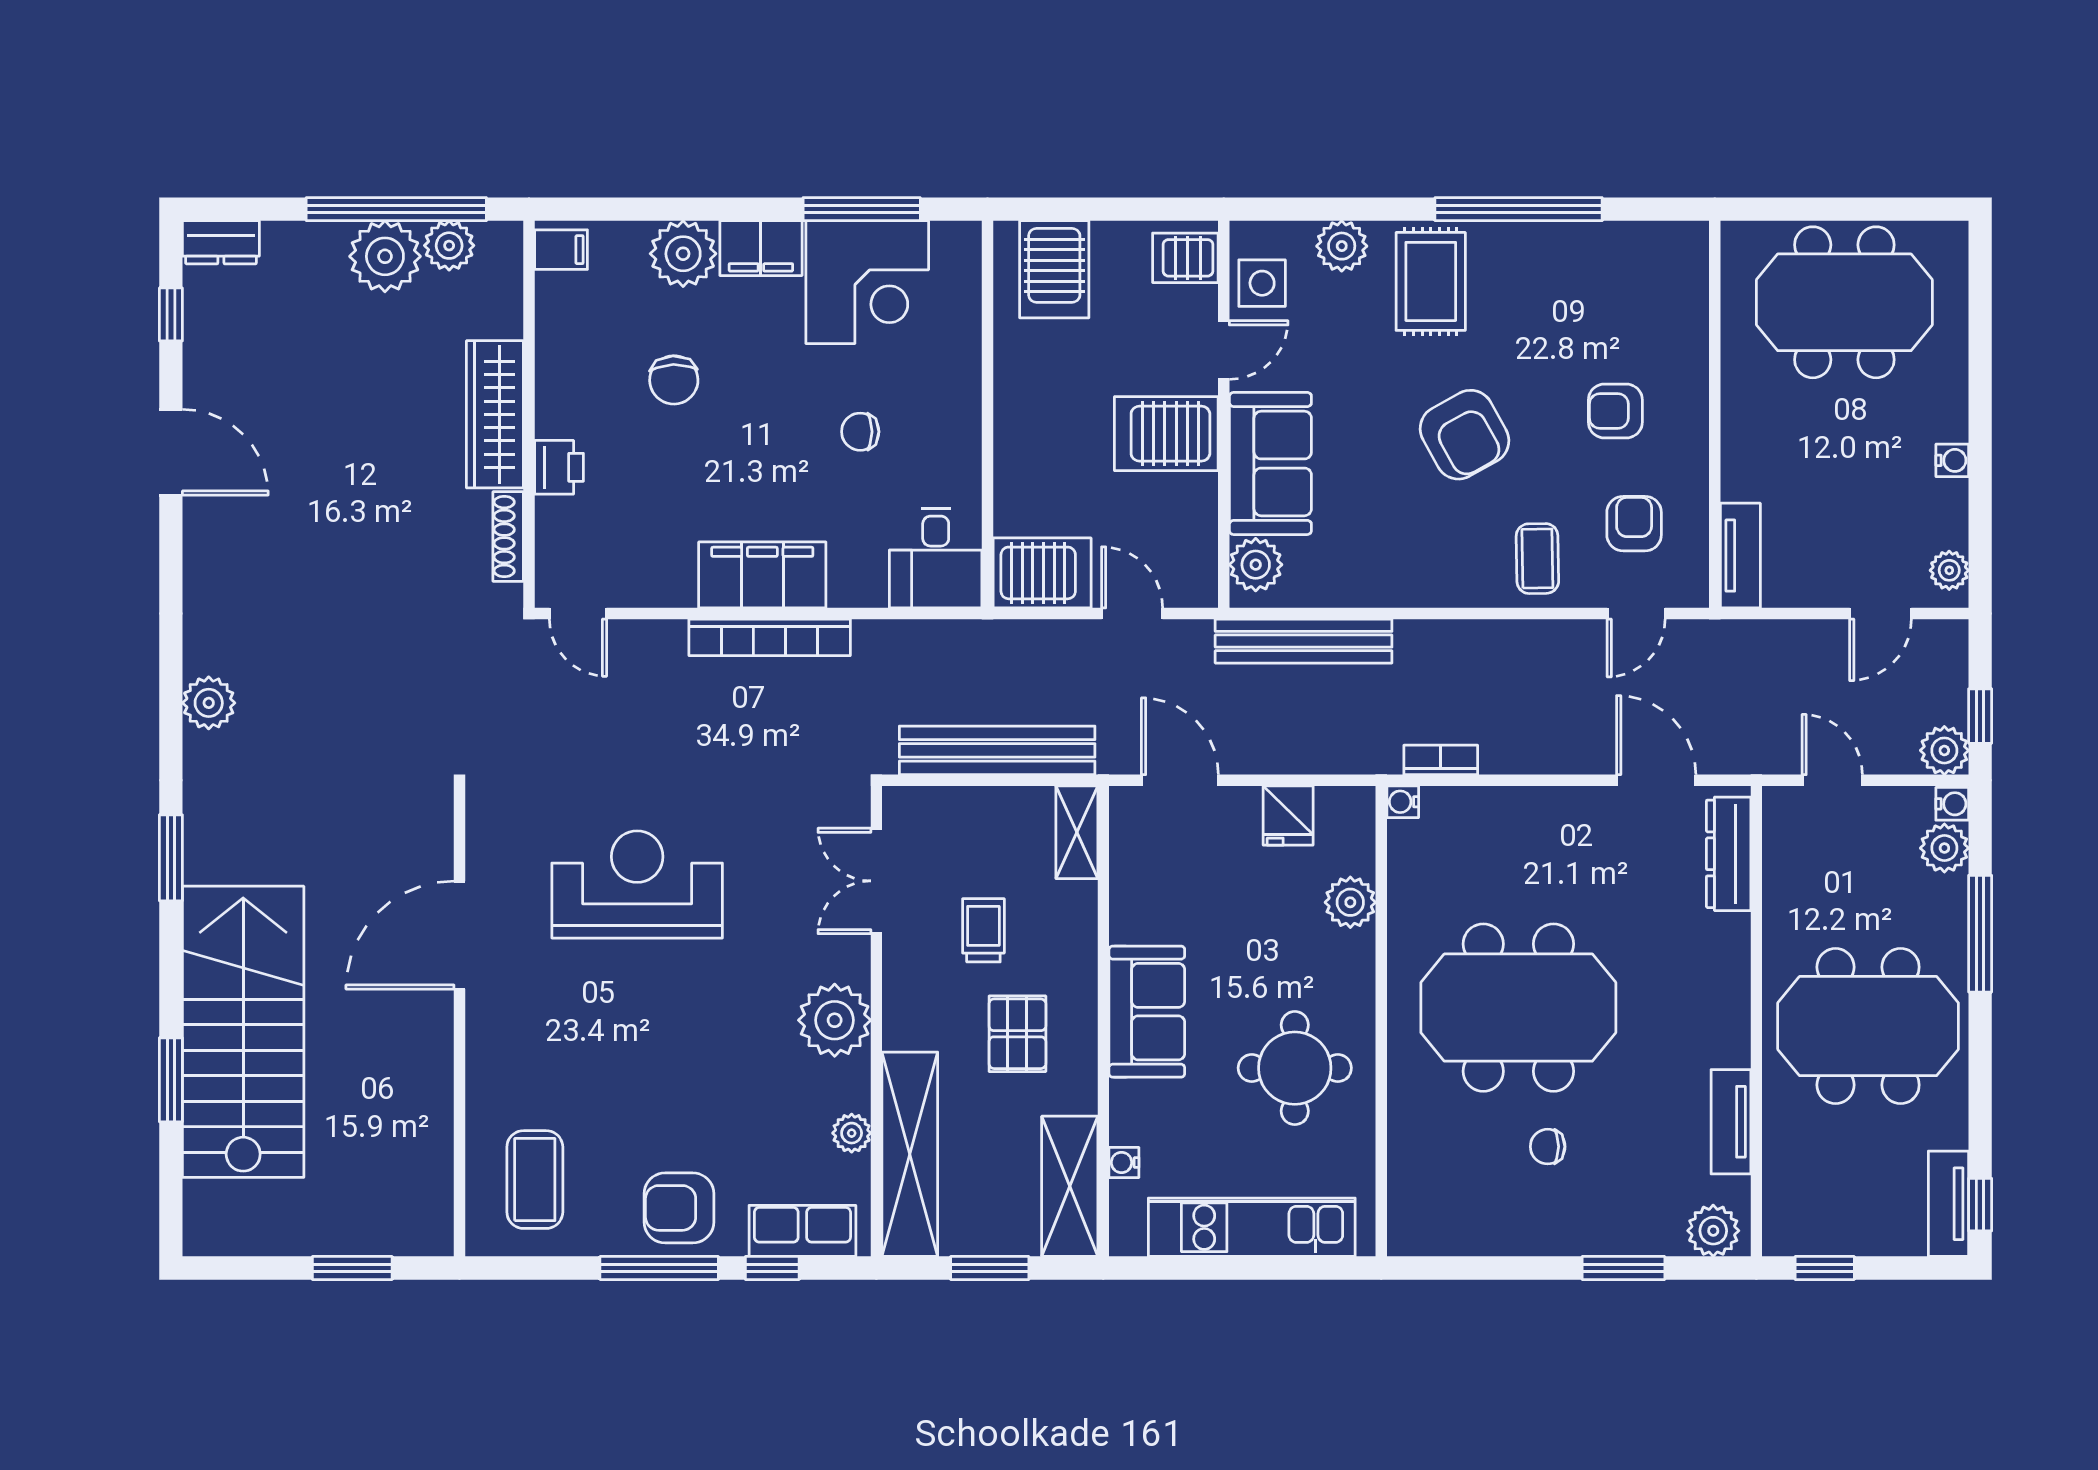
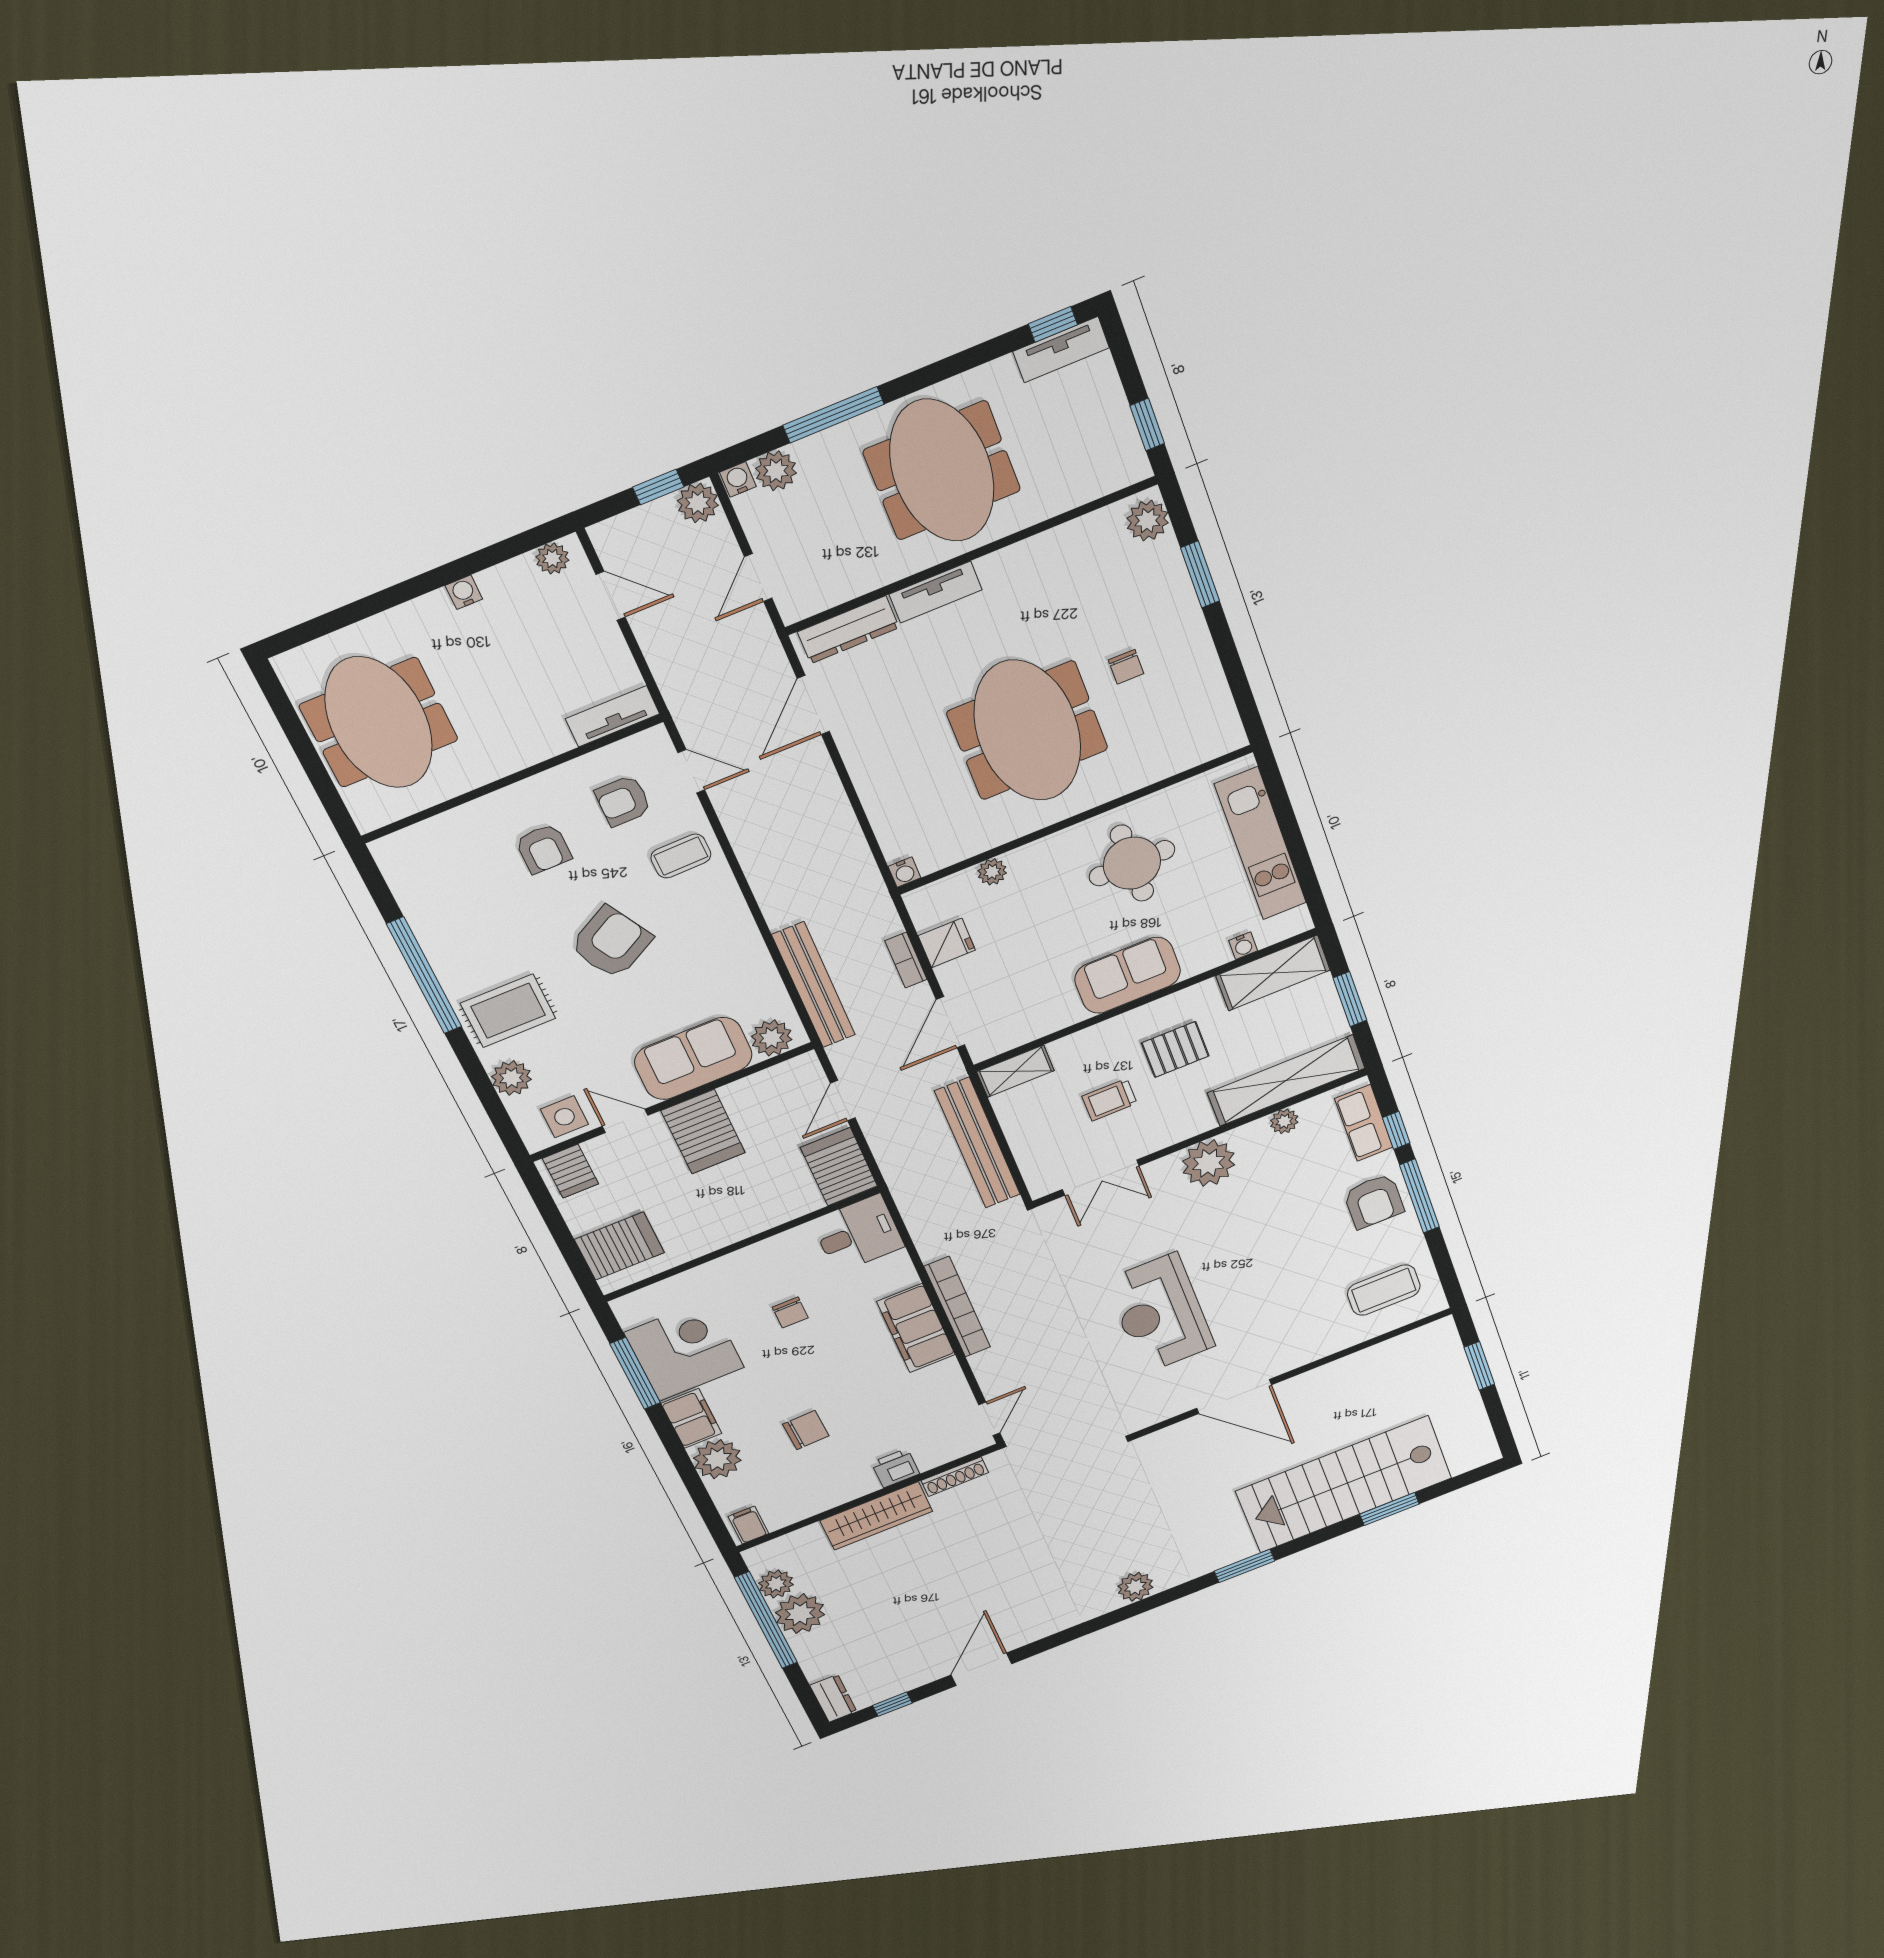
bookcase: (1441, 760) -> (906, 960), moved
plant: (1350, 902) -> (992, 872), width x0.73, depth x0.73
tv unit: (1731, 1122) -> (935, 592), moved

